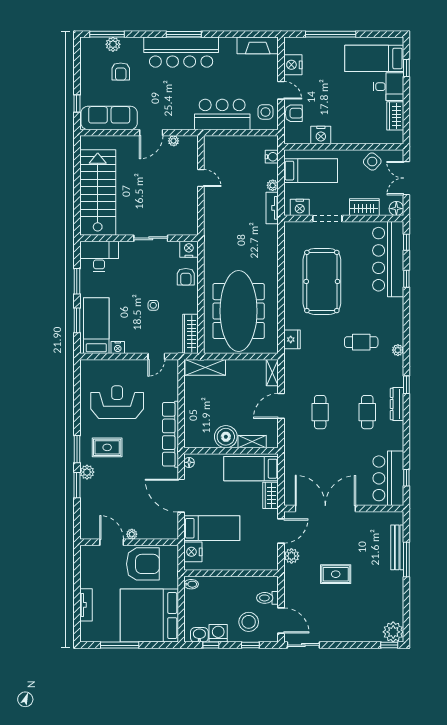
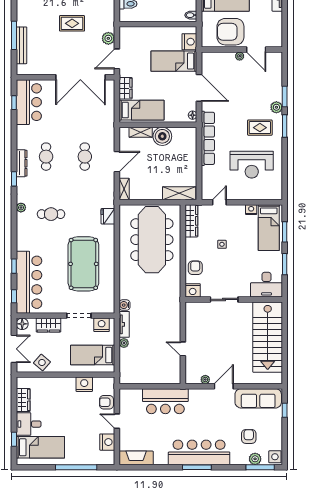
side table: (265, 112) -> (275, 457), moved
water cooler: (272, 157) -> (125, 305), moved

